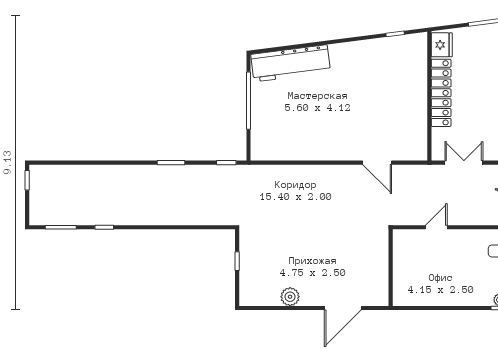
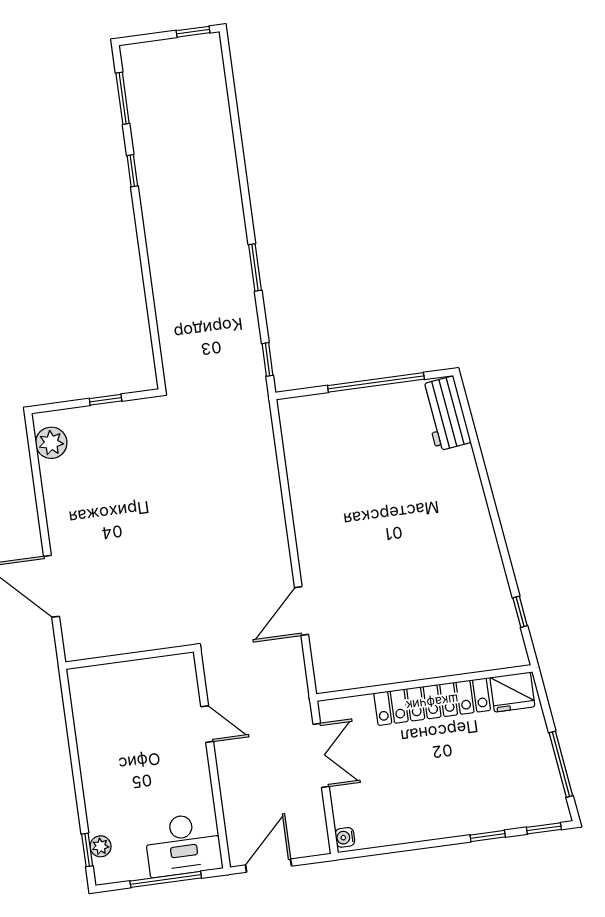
workbench: (291, 63) -> (445, 414), width x0.53, depth x0.76
plant: (290, 297) -> (51, 443), moved

